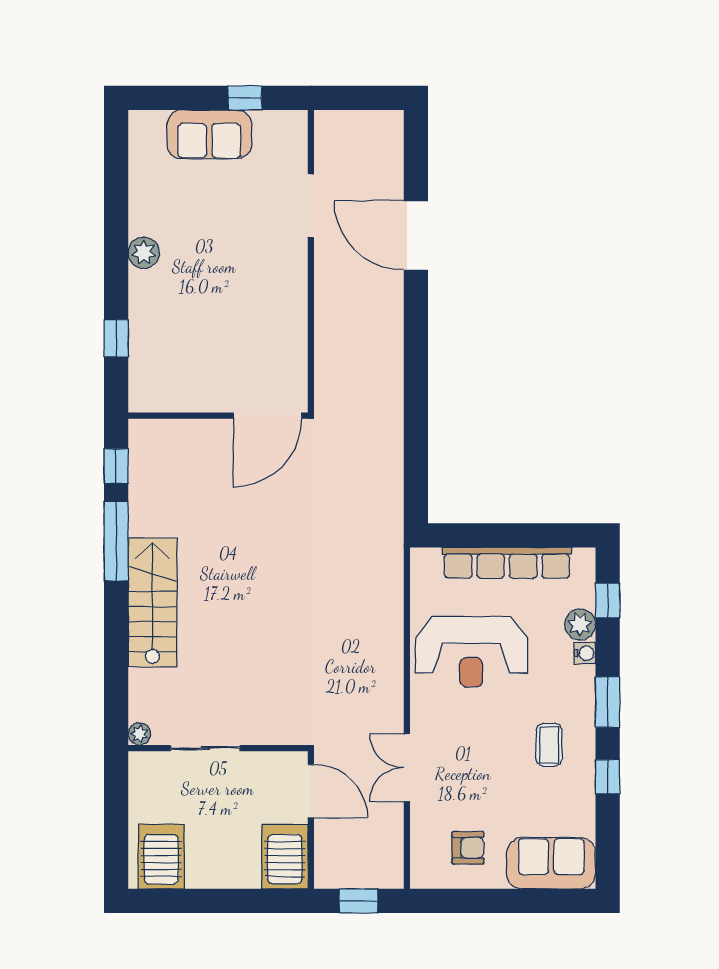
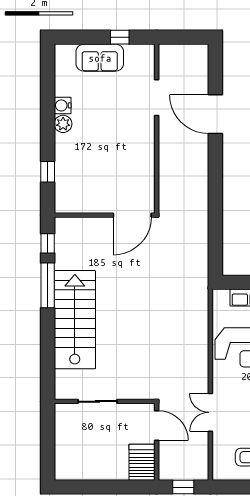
water cooler: (143, 220) -> (63, 105), added
stairs: (152, 602) -> (75, 320), width x1.36, depth x1.51
plant: (139, 734) -> (61, 393), removed
server rack: (161, 857) -> (73, 462), removed

